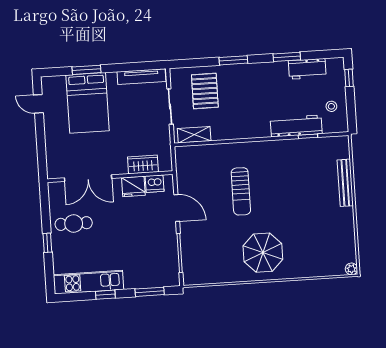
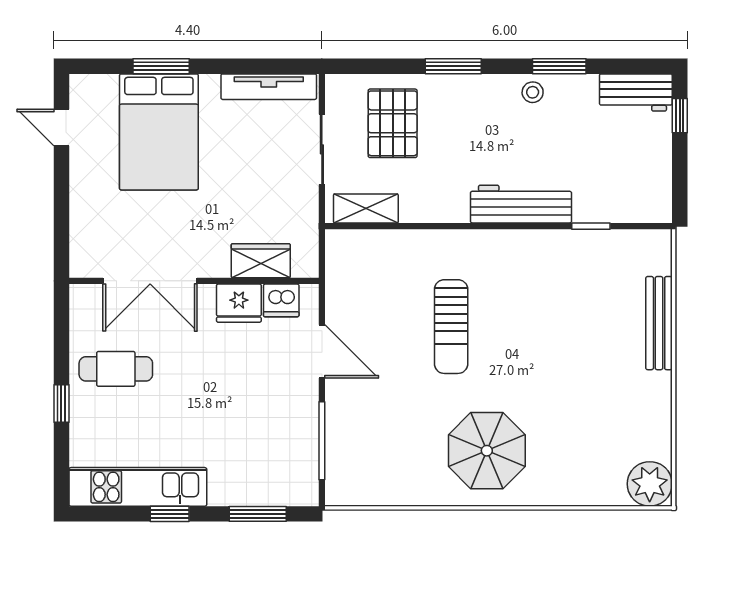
workbench: (307, 69) -> (636, 92), moved
stool: (331, 106) -> (533, 92), moved
workbench: (296, 126) -> (521, 204), moved
plant: (351, 269) -> (650, 484), width x1.88, depth x1.88

